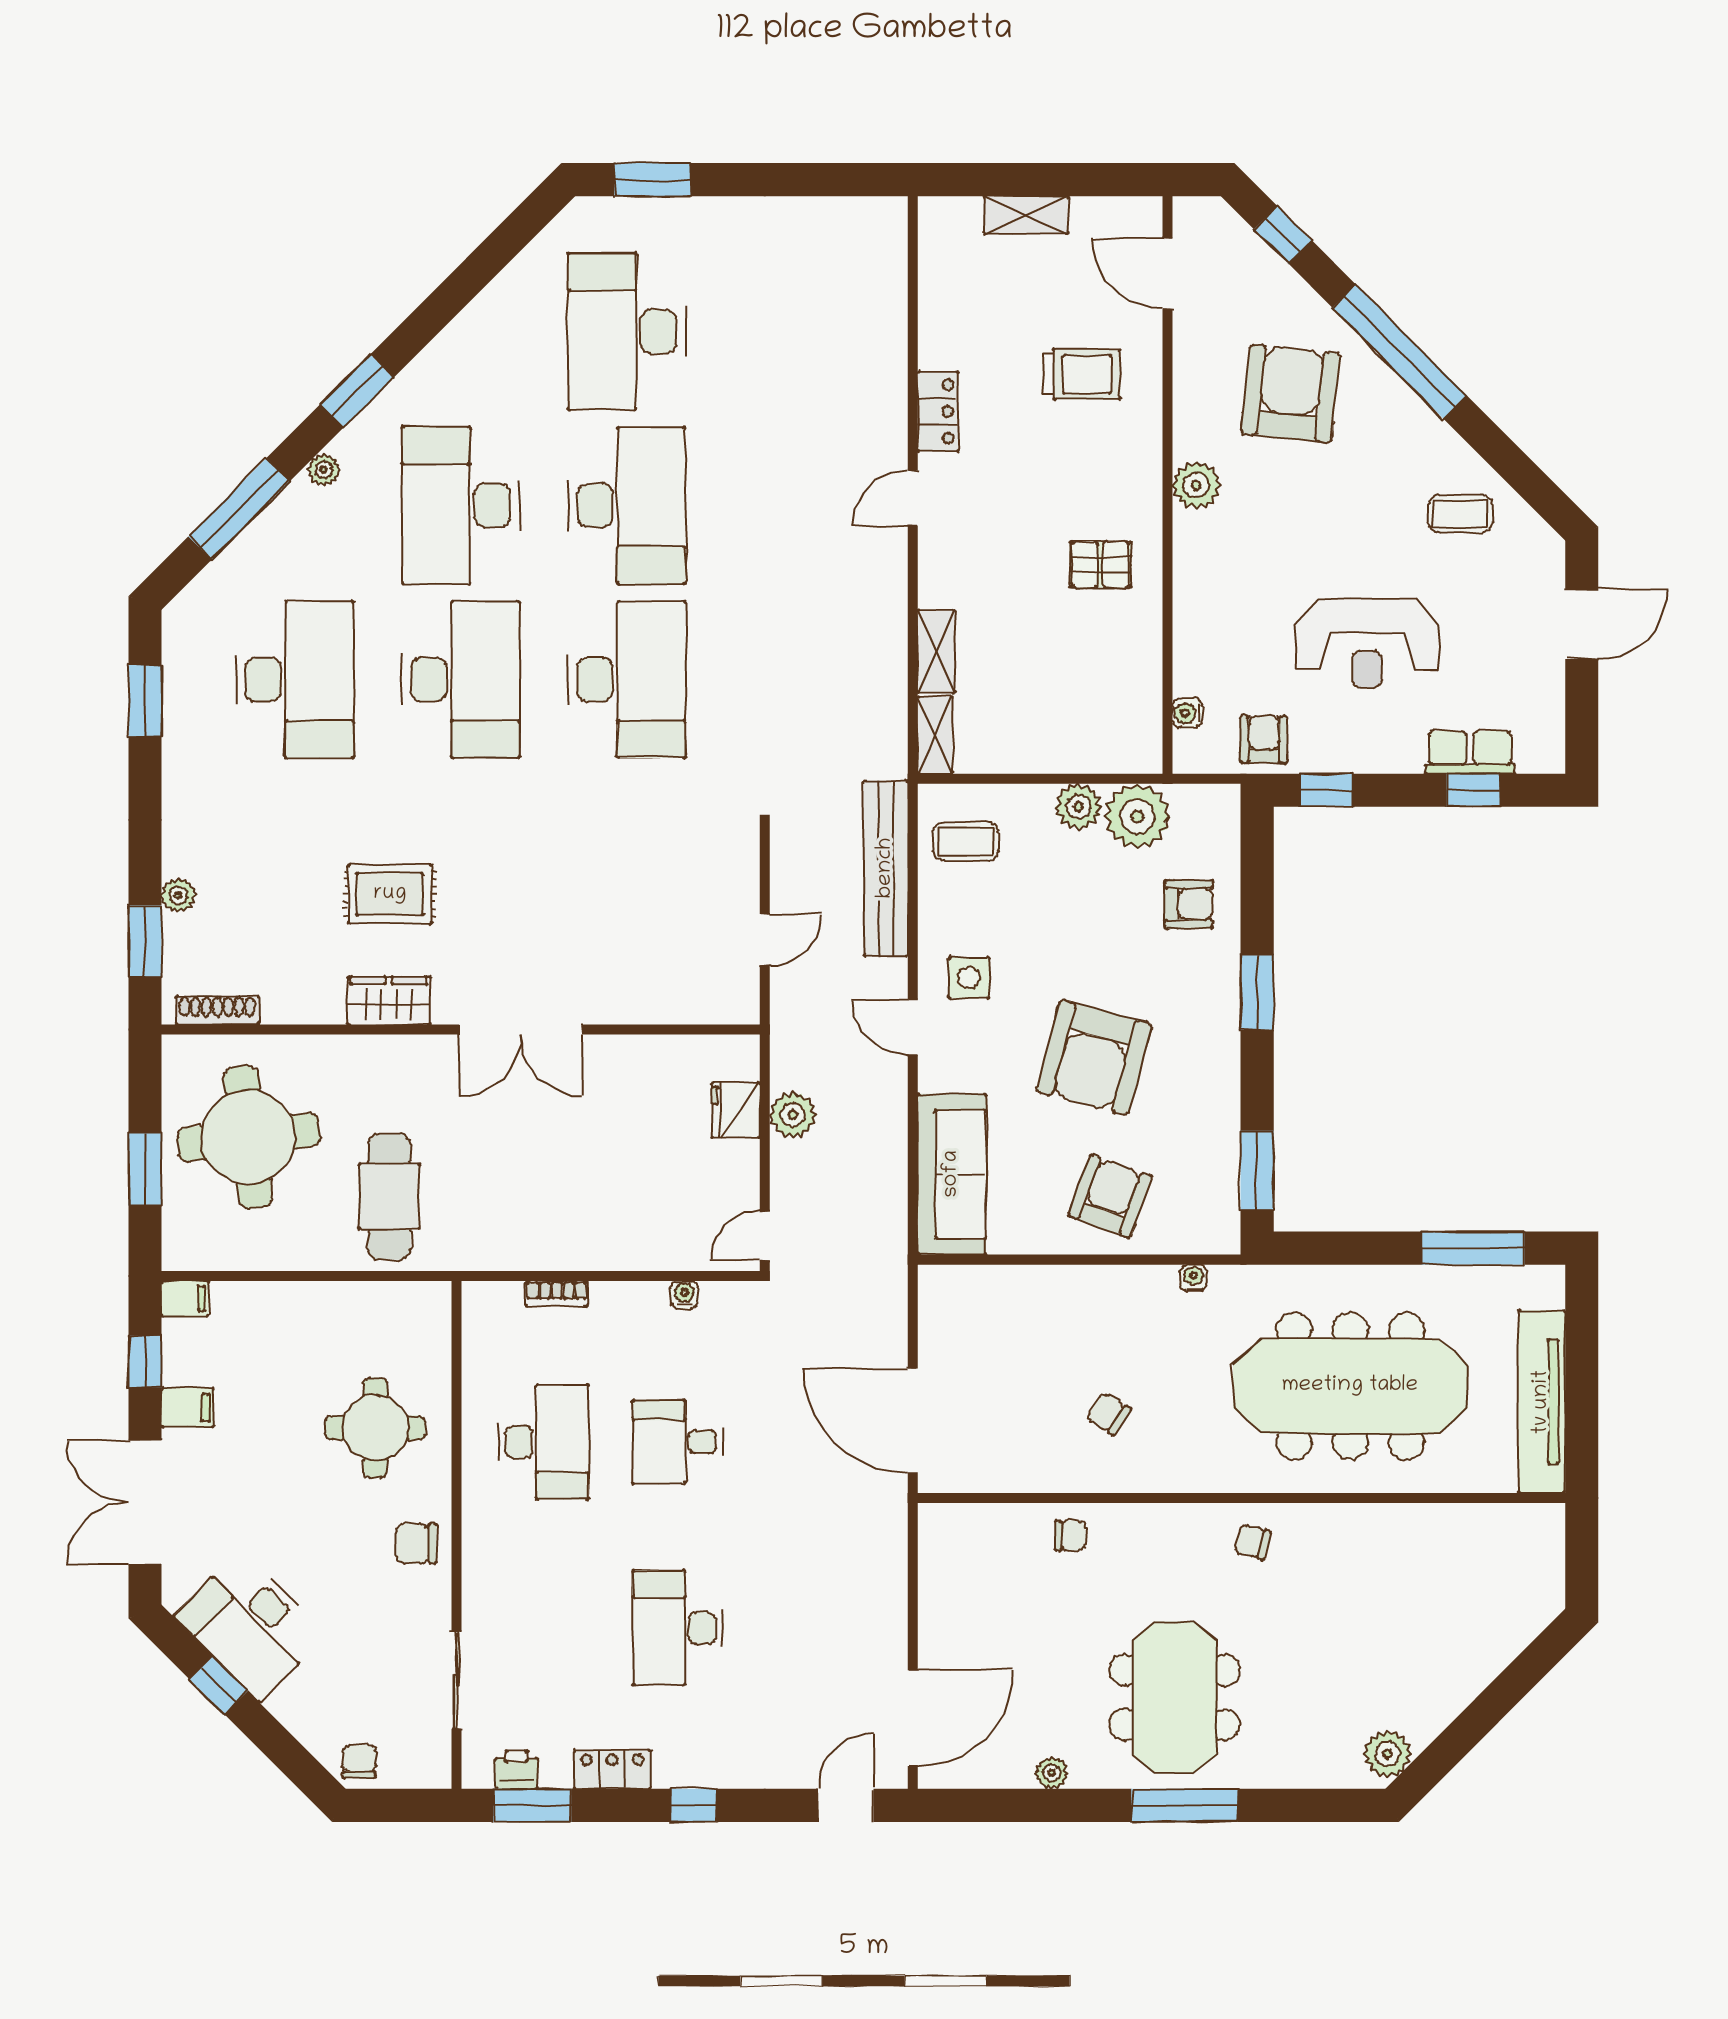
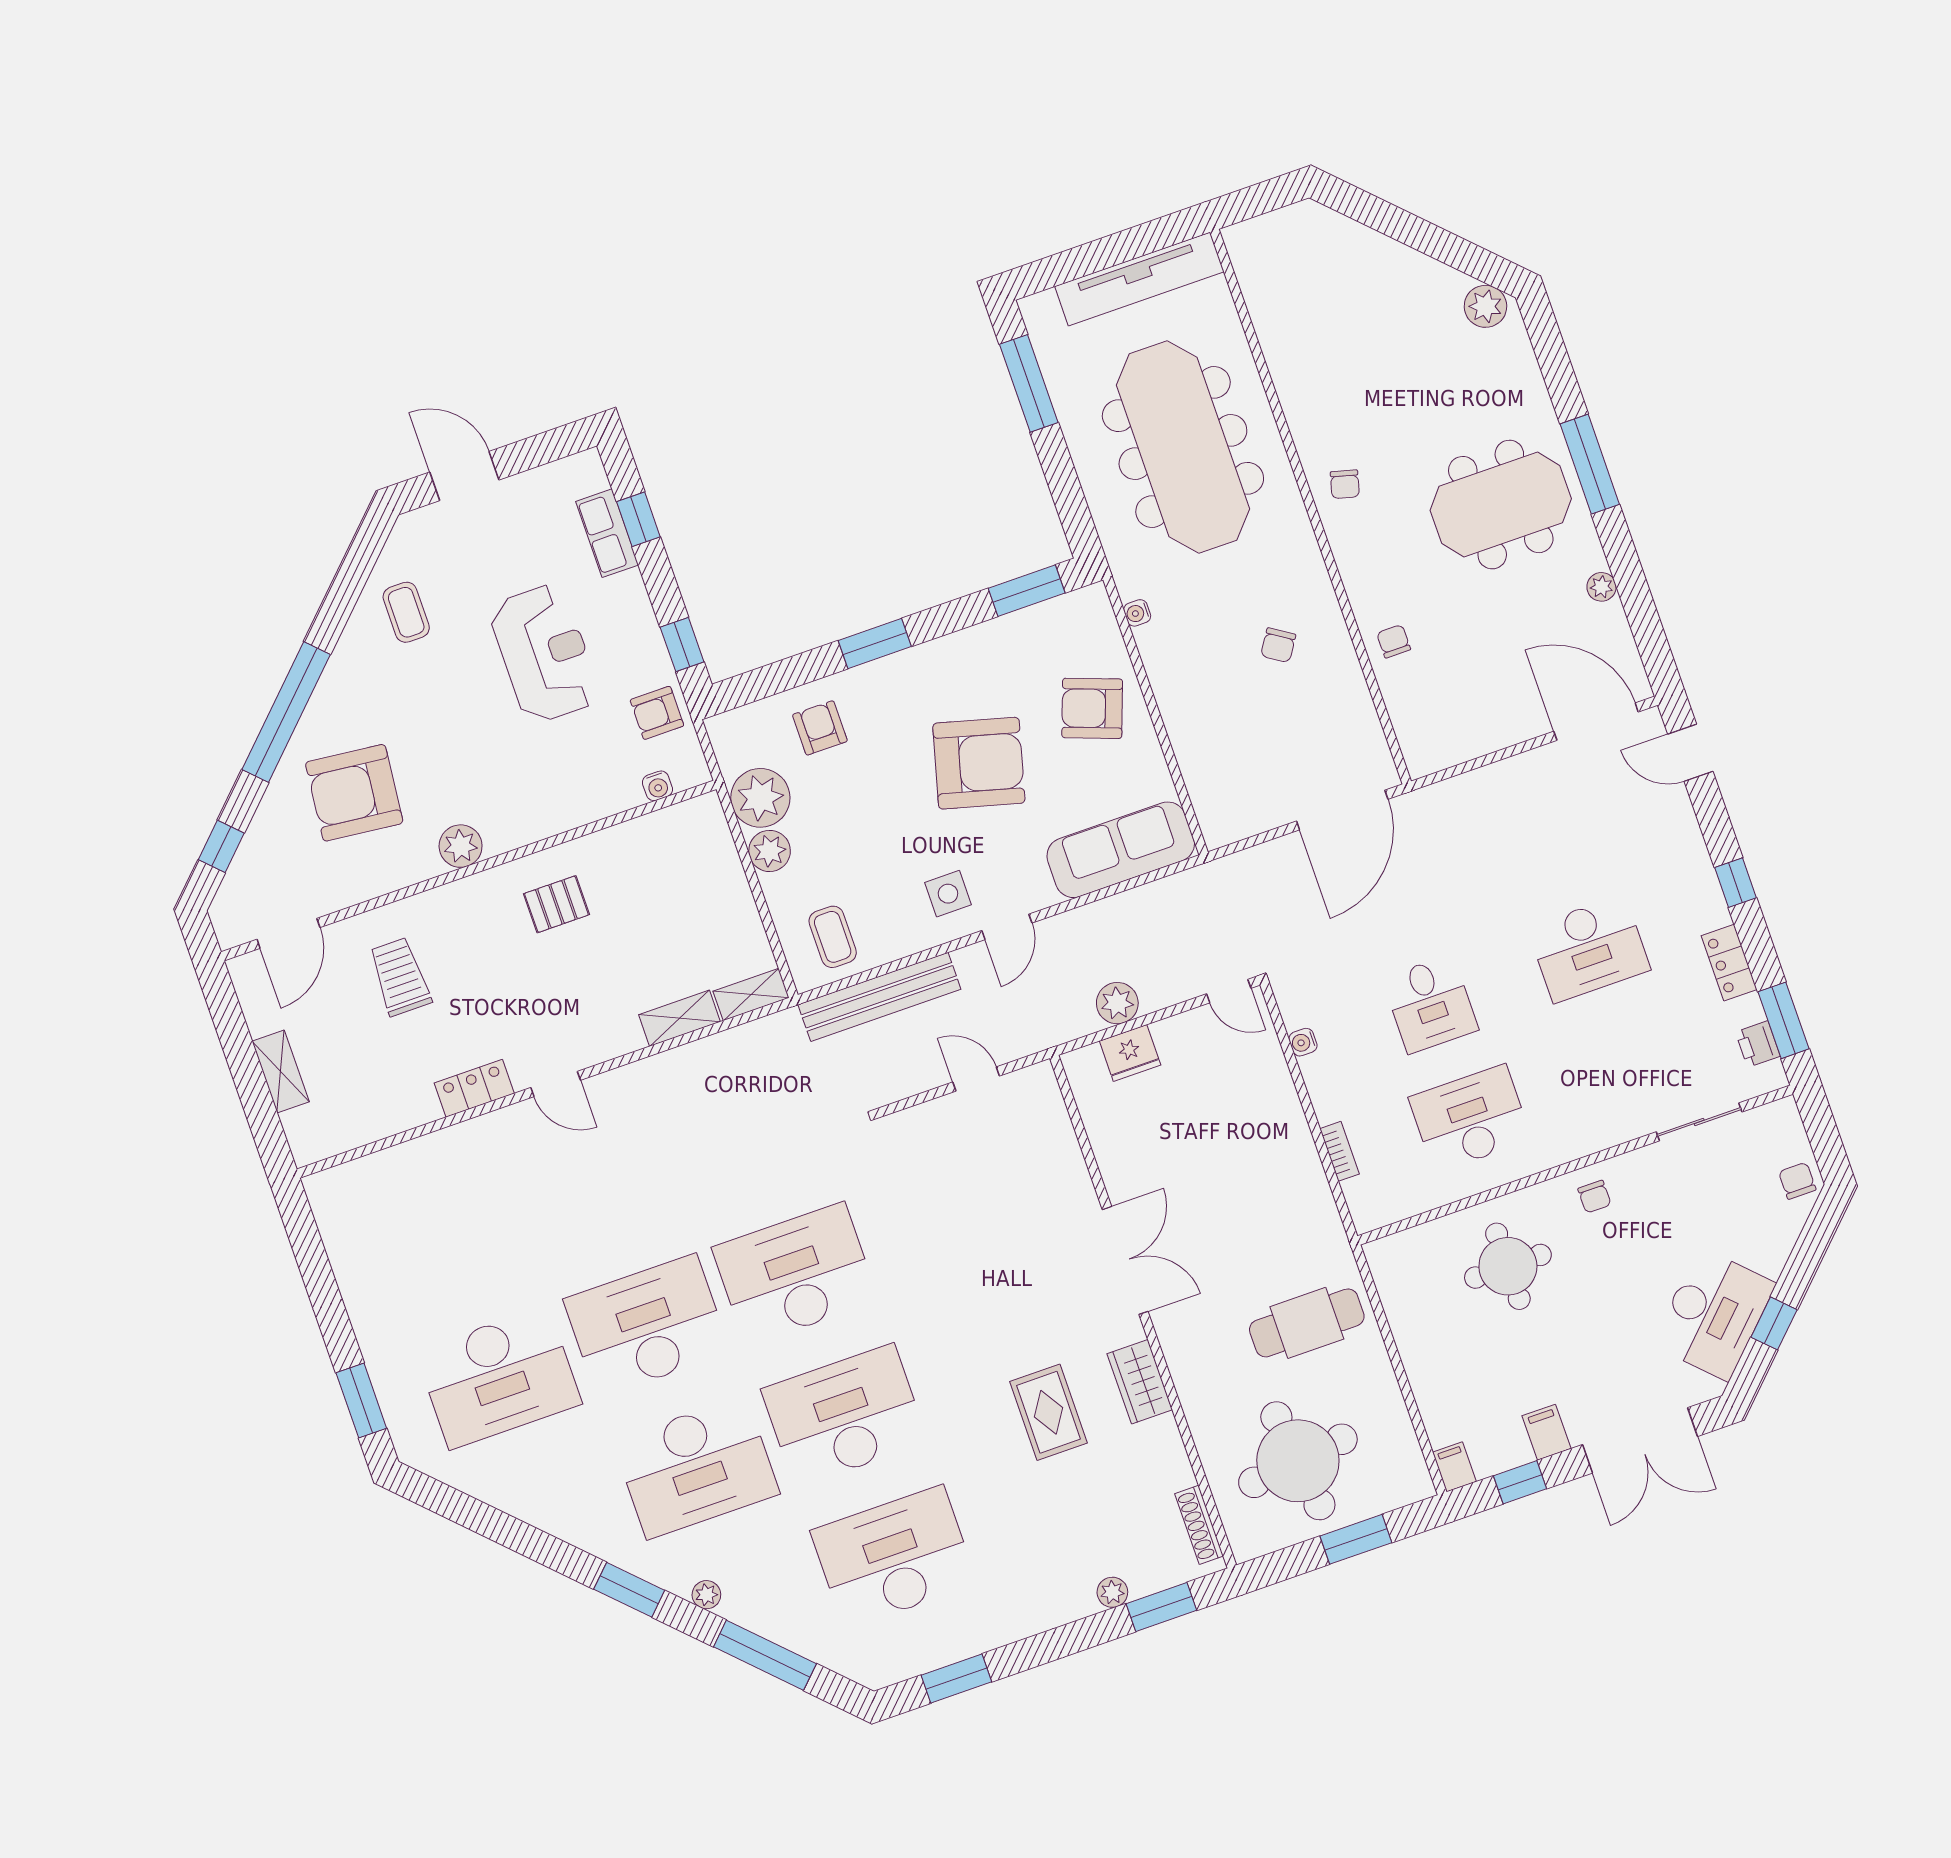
pallet: (1100, 564) -> (556, 904), turned 90
chair: (417, 1543) -> (1594, 1197), width x0.73, depth x0.73
chair: (359, 1761) -> (1797, 1181), turned 90

